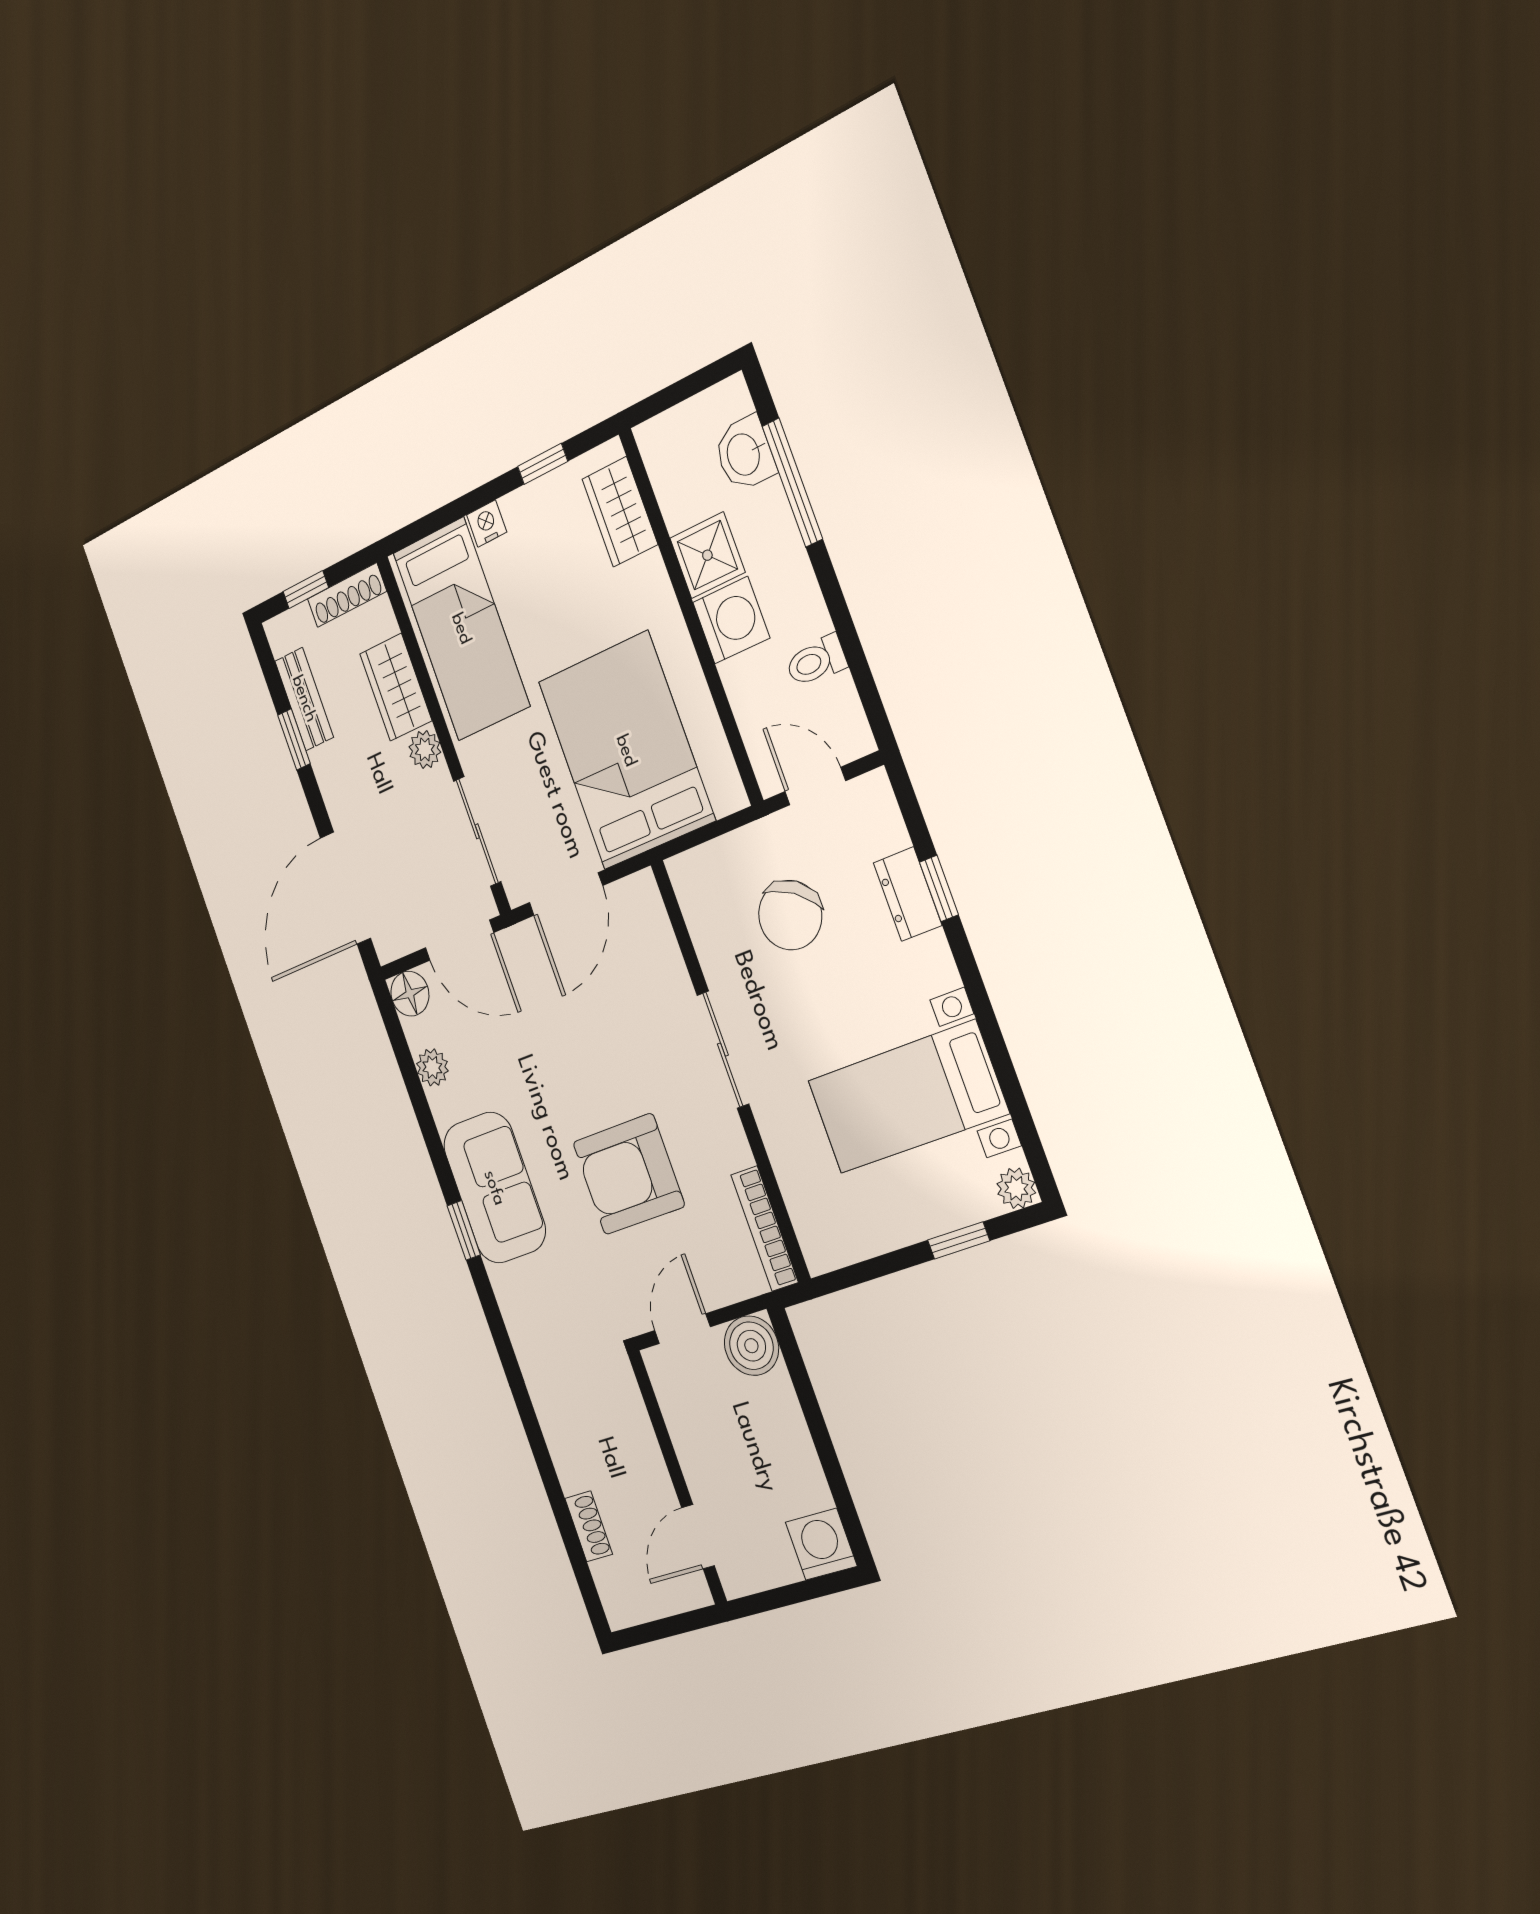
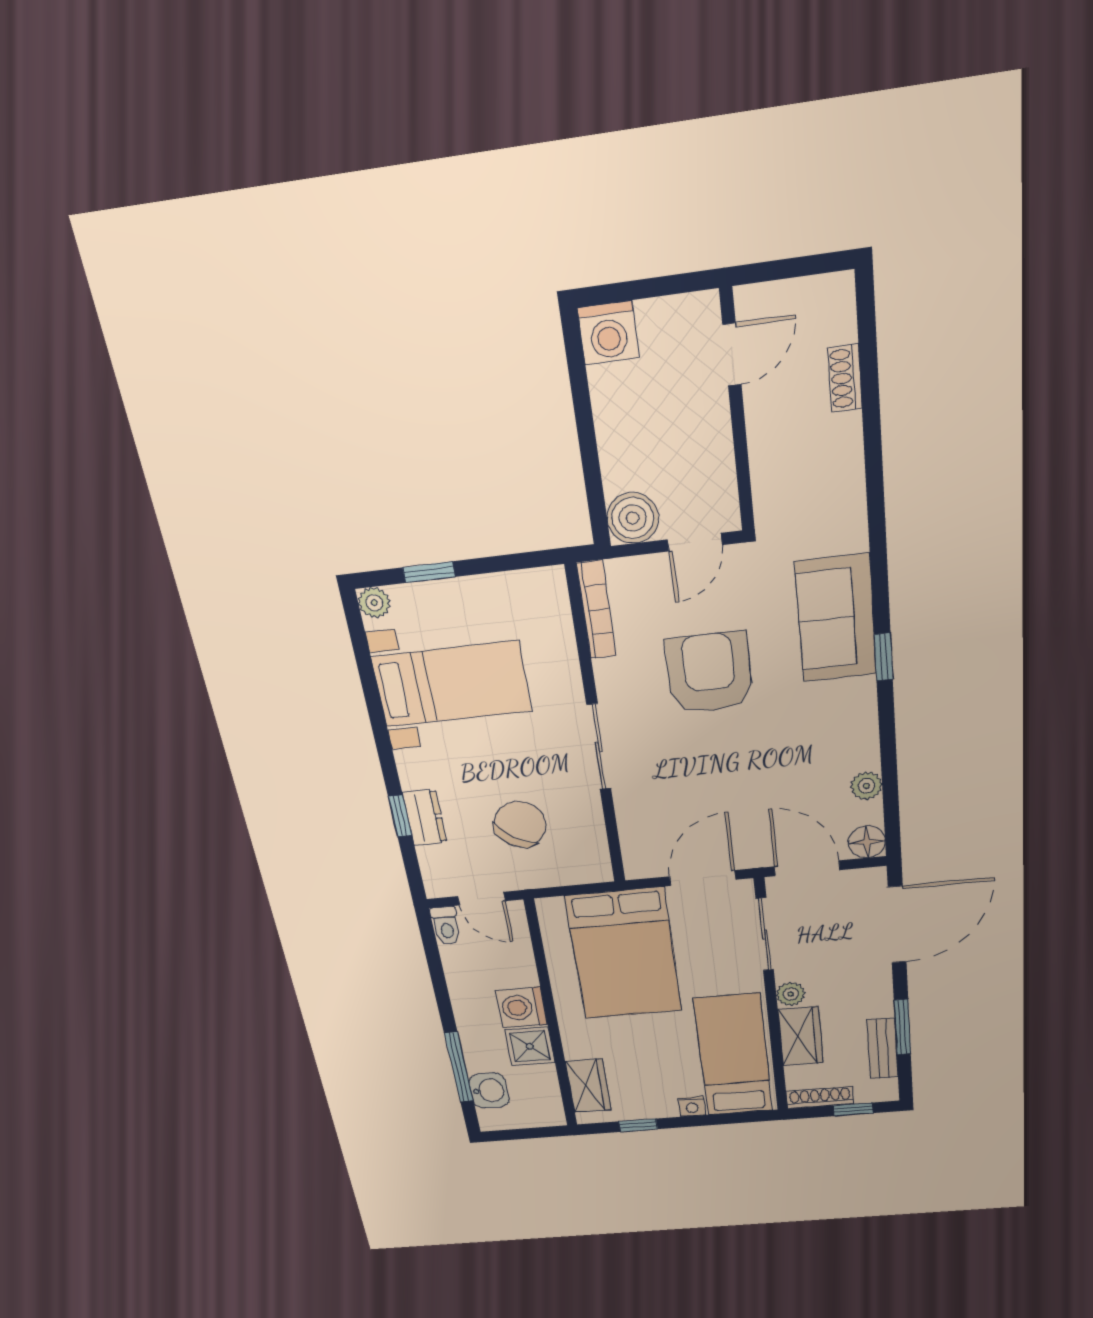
toilet: (816, 661) -> (446, 926), moved, turned 90
window: (294, 739) -> (902, 1027), width x1.50
armchair: (629, 1174) -> (709, 673), turned -90
sofa: (494, 1188) -> (836, 618), moved

